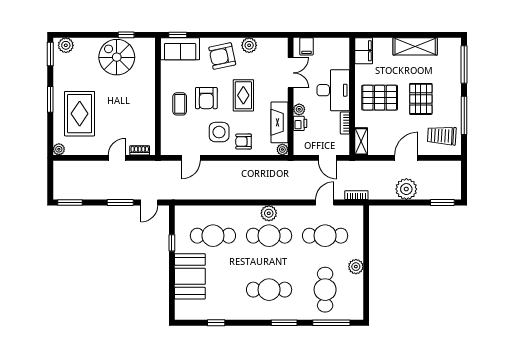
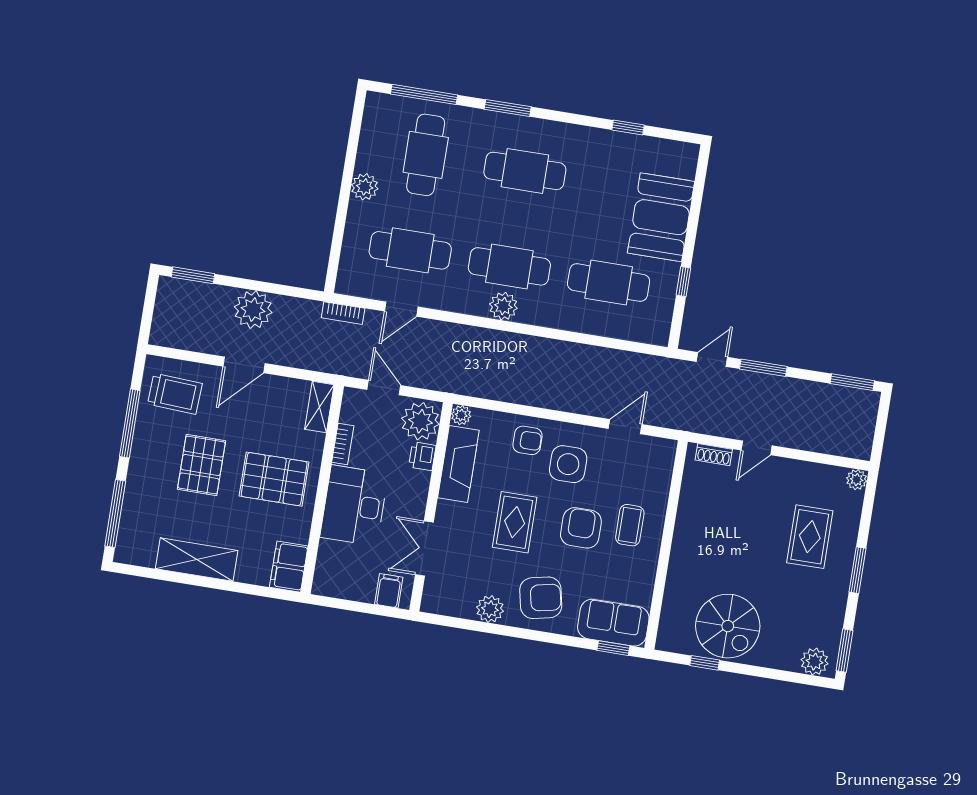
plant: (299, 109) -> (420, 421), moved, width x1.87, depth x1.87
rug: (80, 114) -> (810, 537), width x0.73, depth x0.70

